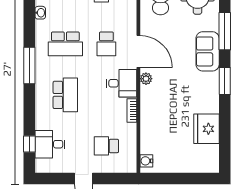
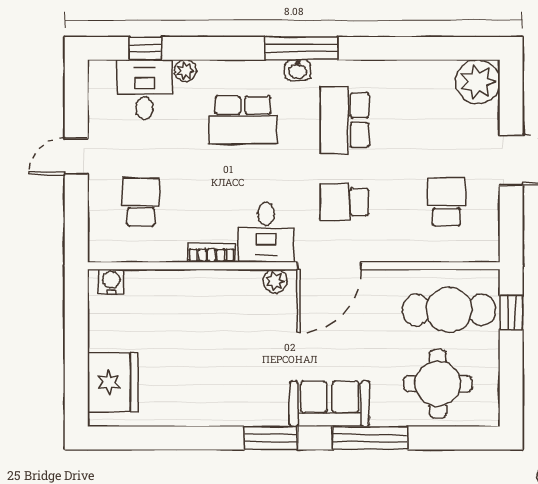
washbasin: (40, 13) -> (298, 70), moved
plant: (40, 124) -> (185, 71), added
fridge: (206, 129) -> (113, 382), moved, turned 90

